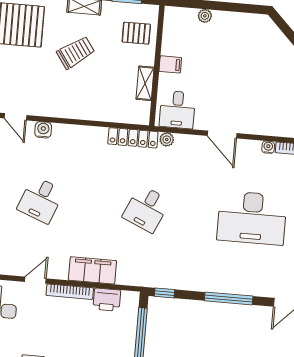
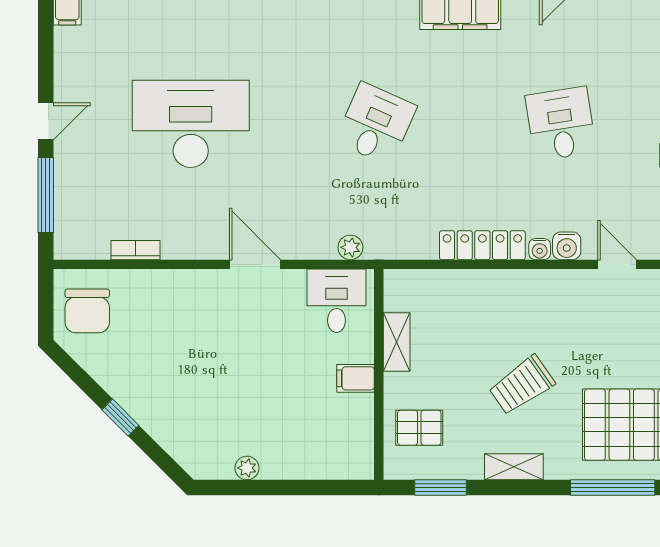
plant: (205, 16) -> (247, 468), moved
locker: (133, 138) -> (482, 245), moved
water cooler: (268, 147) -> (540, 249), moved
desk: (41, 200) -> (561, 124), turned -30

